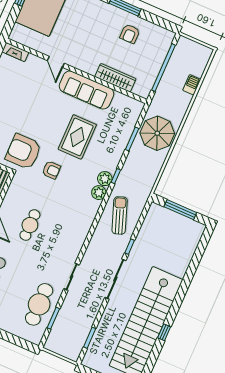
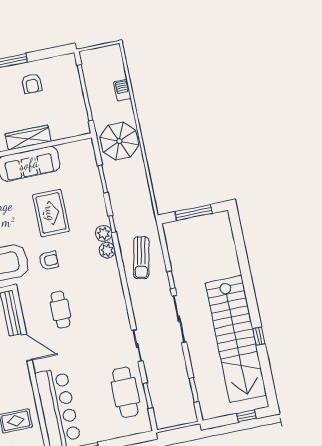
wardrobe: (115, 78) -> (28, 138), moved
parasol: (157, 133) -> (119, 141), moved
sun lounger: (120, 215) -> (141, 258), turned -148
cafe table: (30, 225) -> (60, 310), moved

